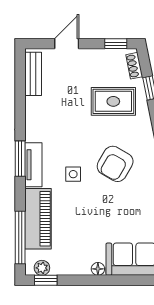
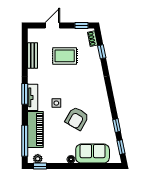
bench: (33, 74) -> (32, 55), moved
rug: (113, 101) -> (65, 56), moved
armchair: (115, 164) -> (77, 118), moved

